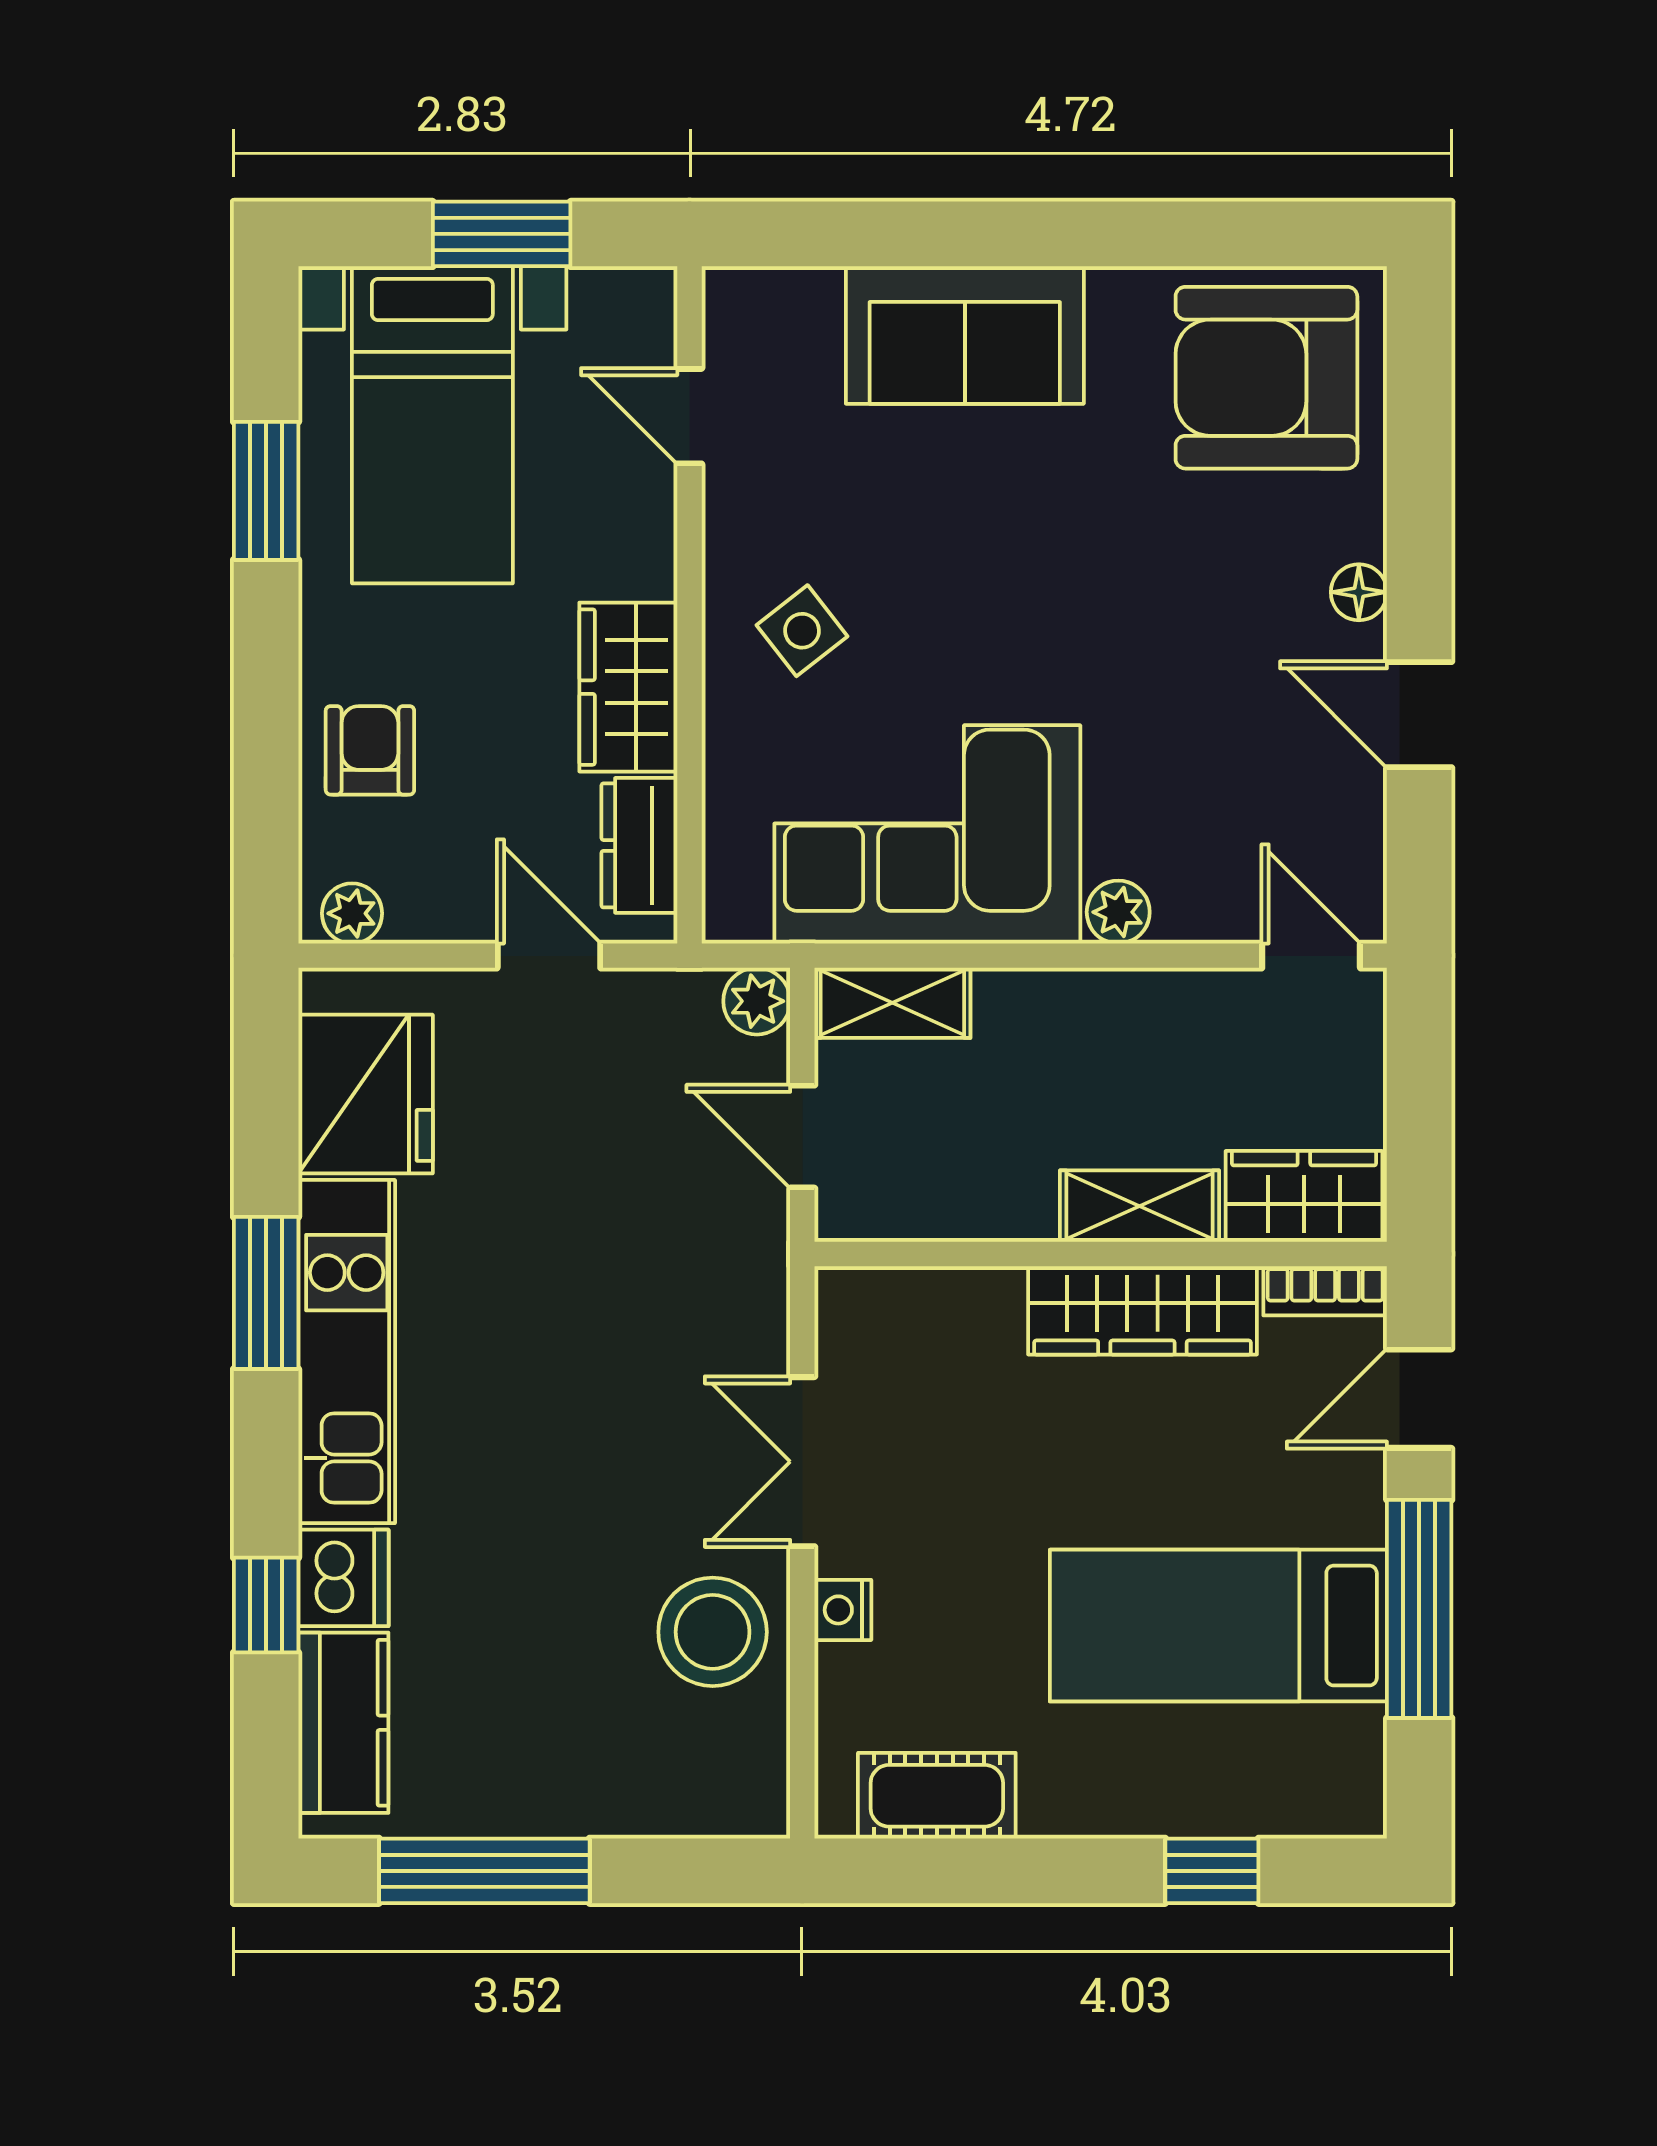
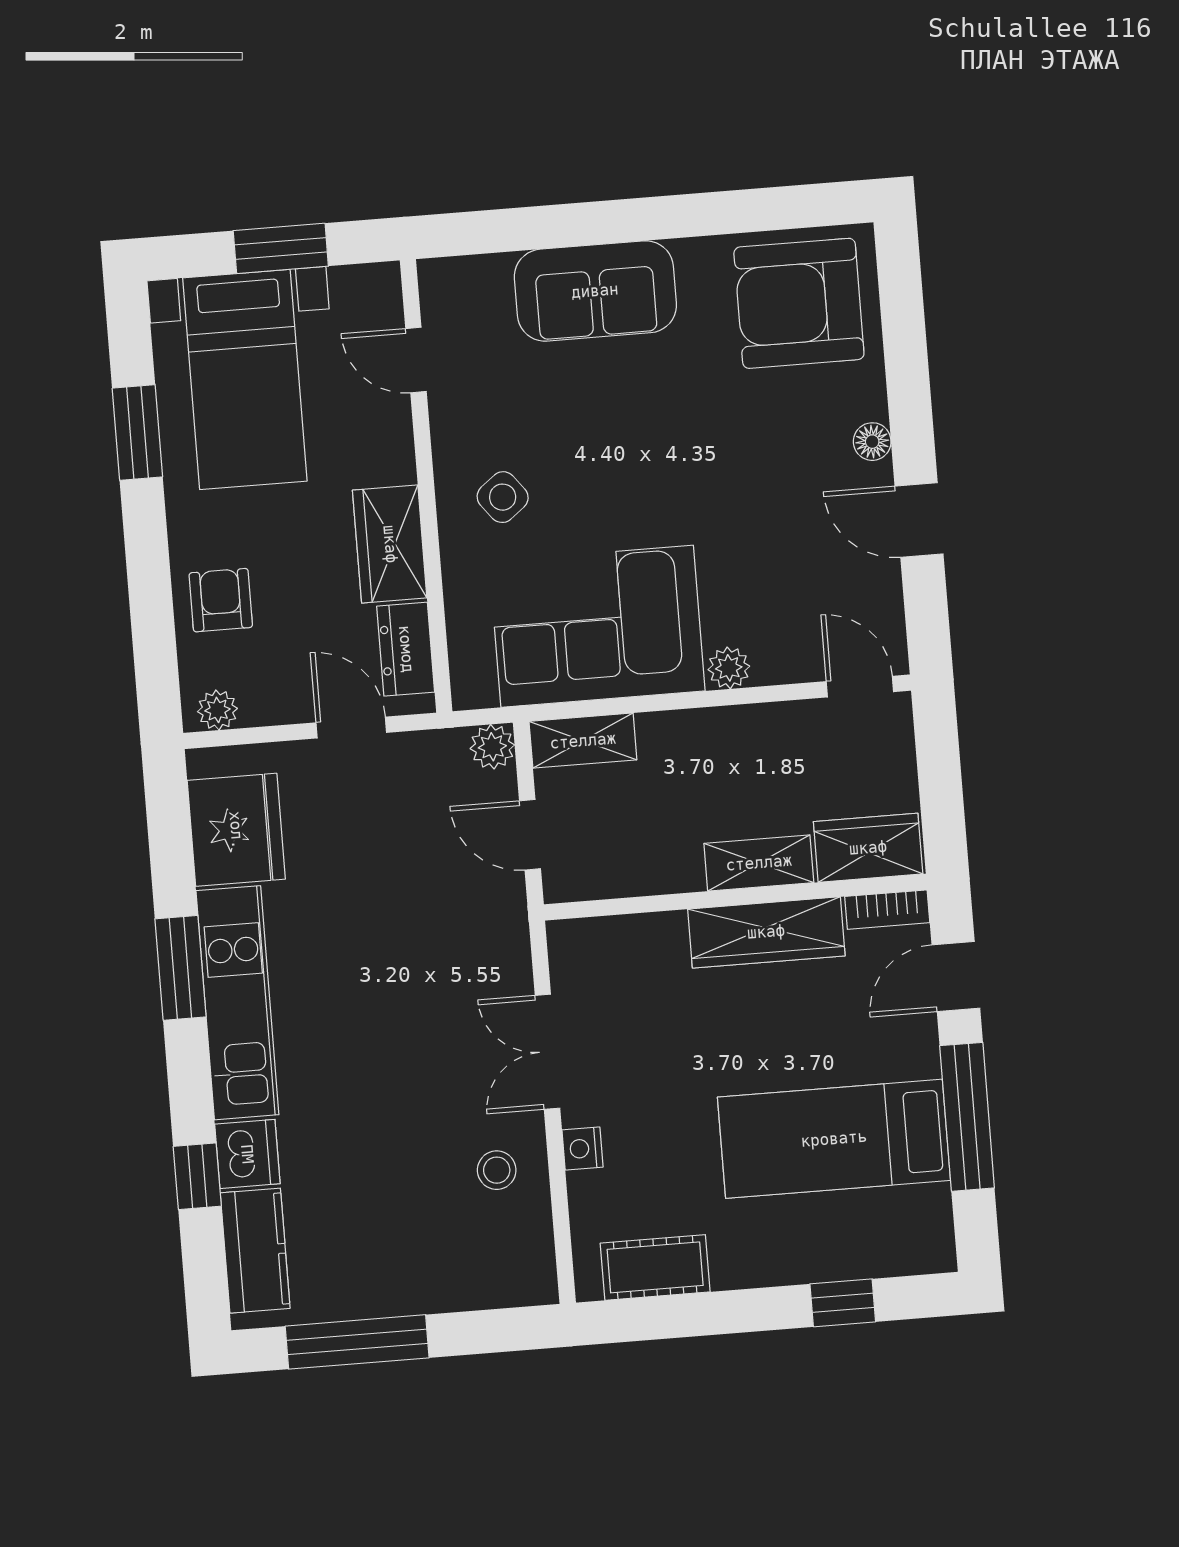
stool: (713, 1632) -> (497, 1170), width x0.53, depth x0.53

